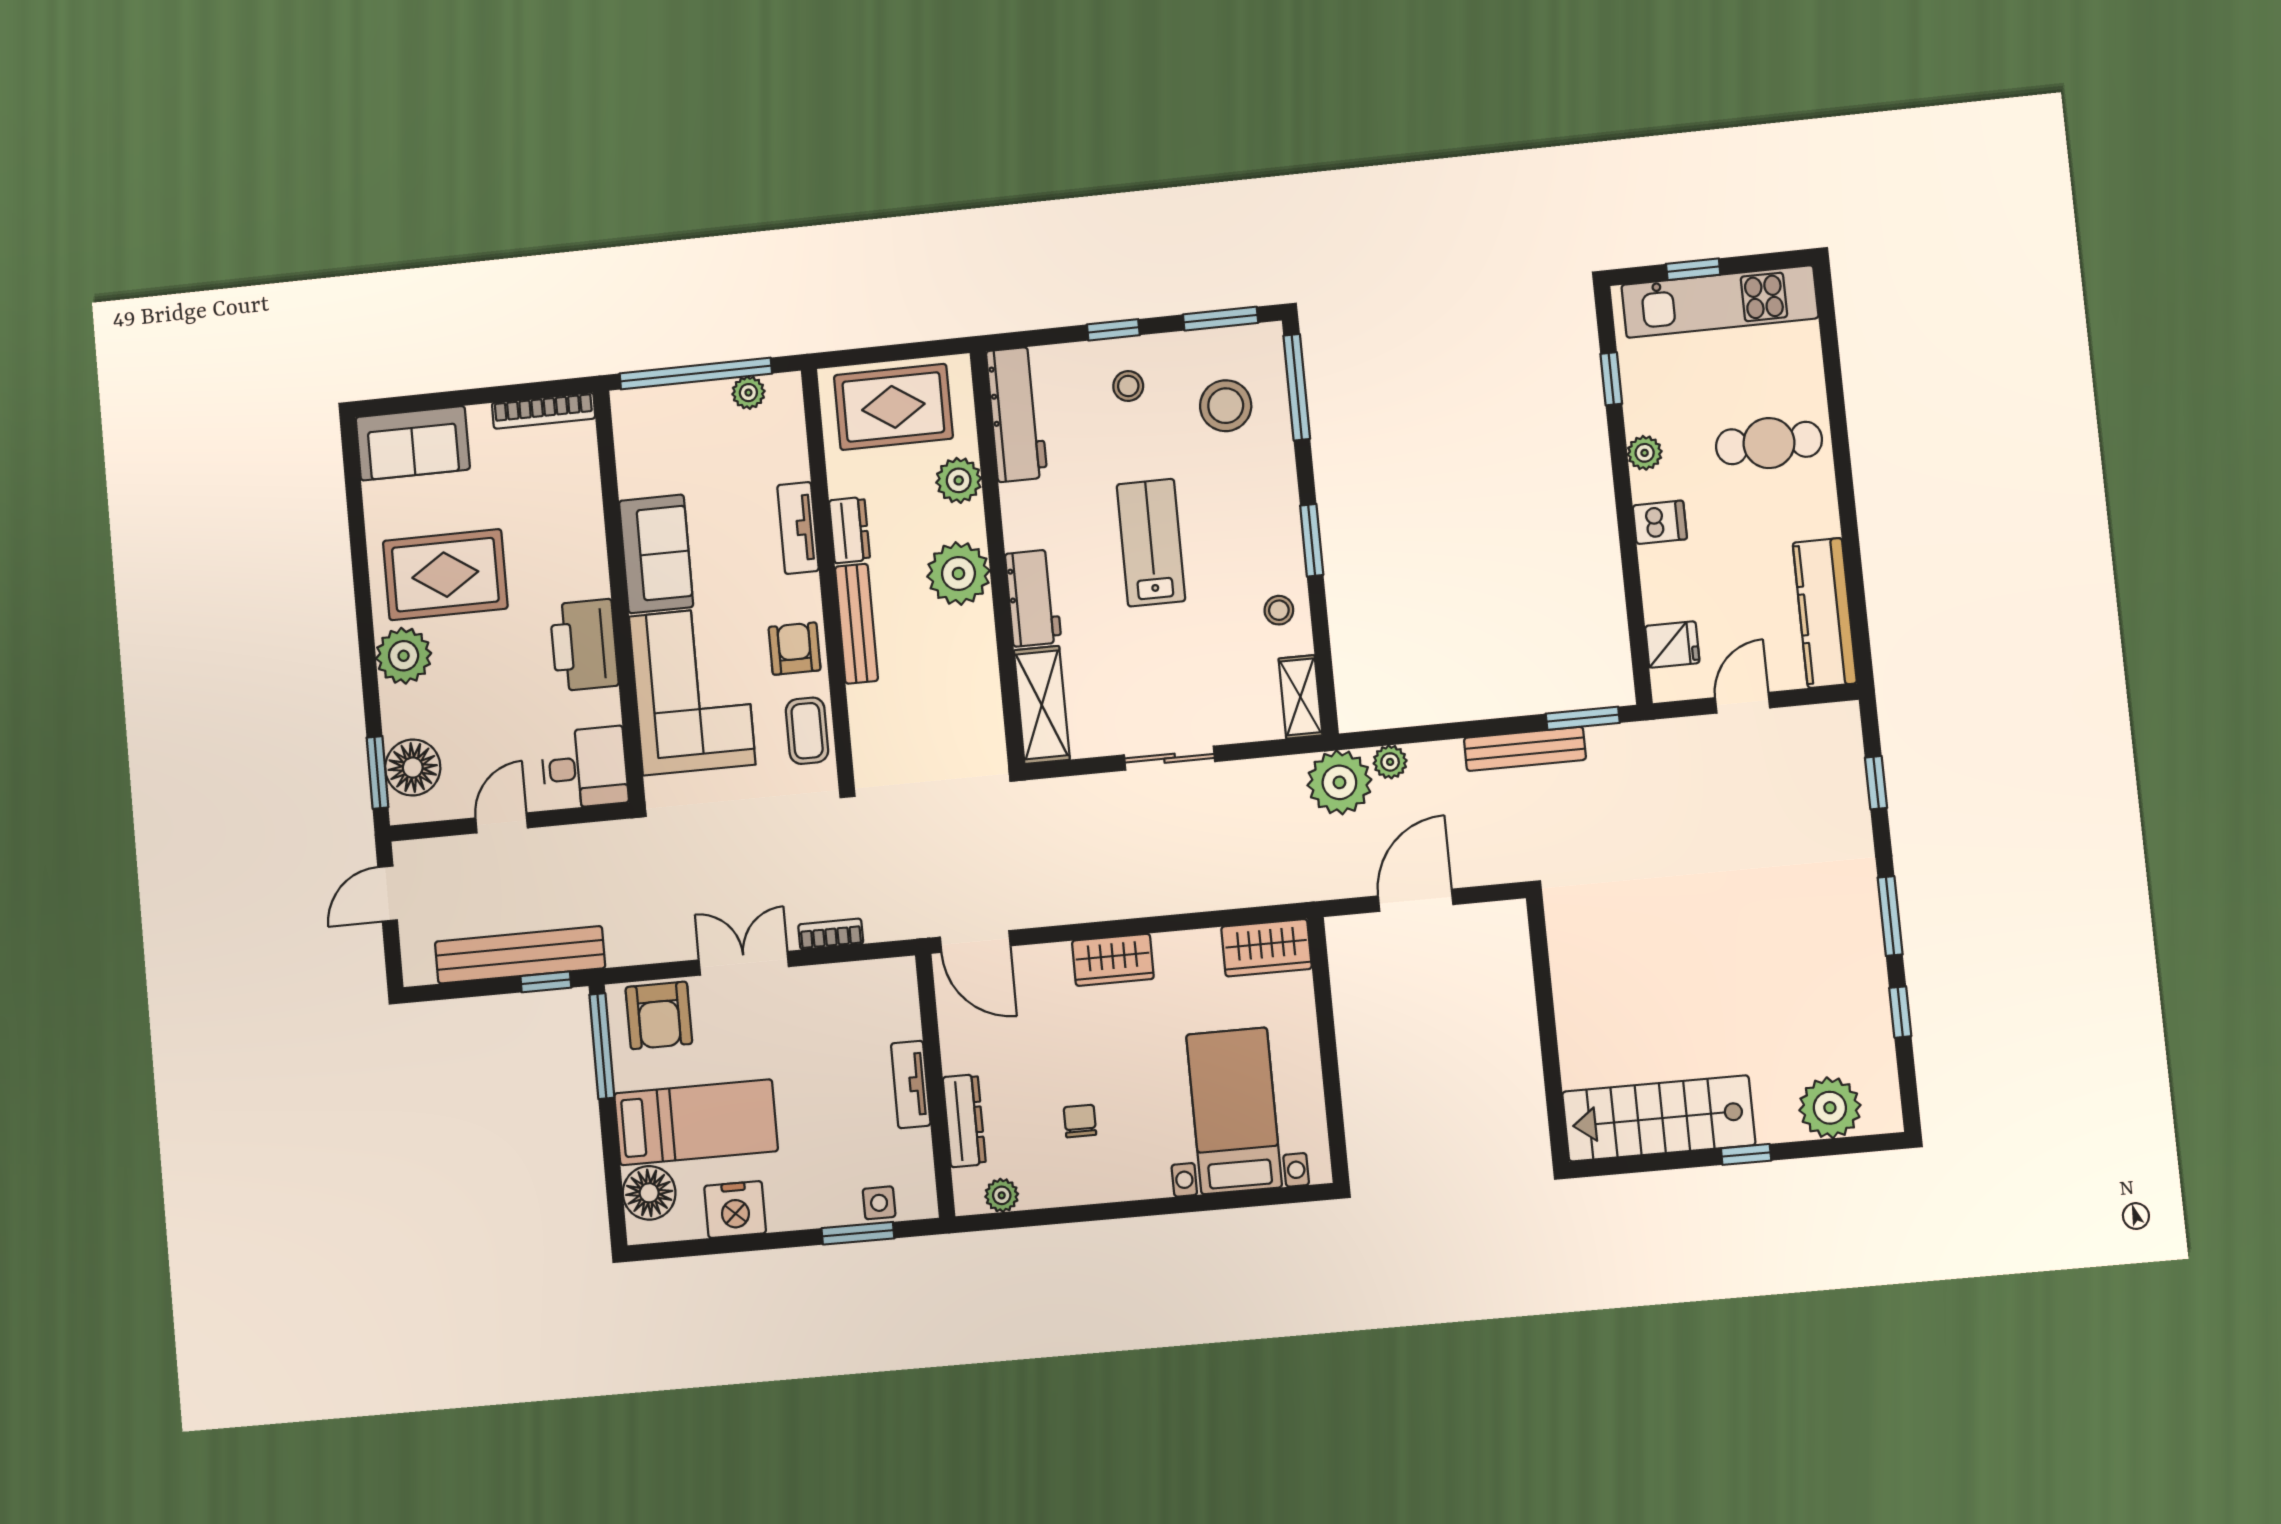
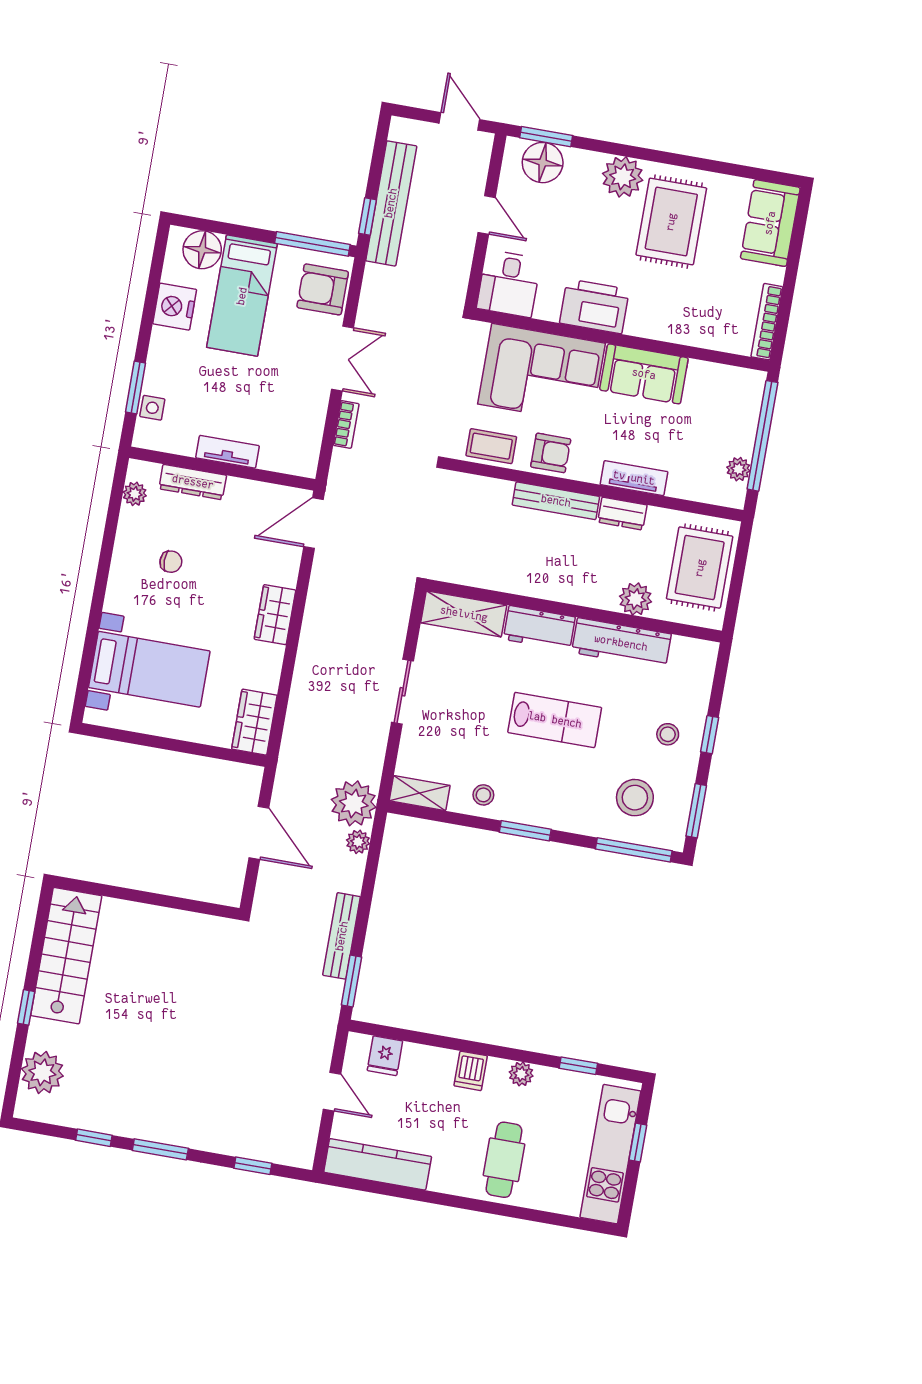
workbench: (1017, 414) -> (621, 643), moved
plant: (958, 574) -> (571, 581), removed

